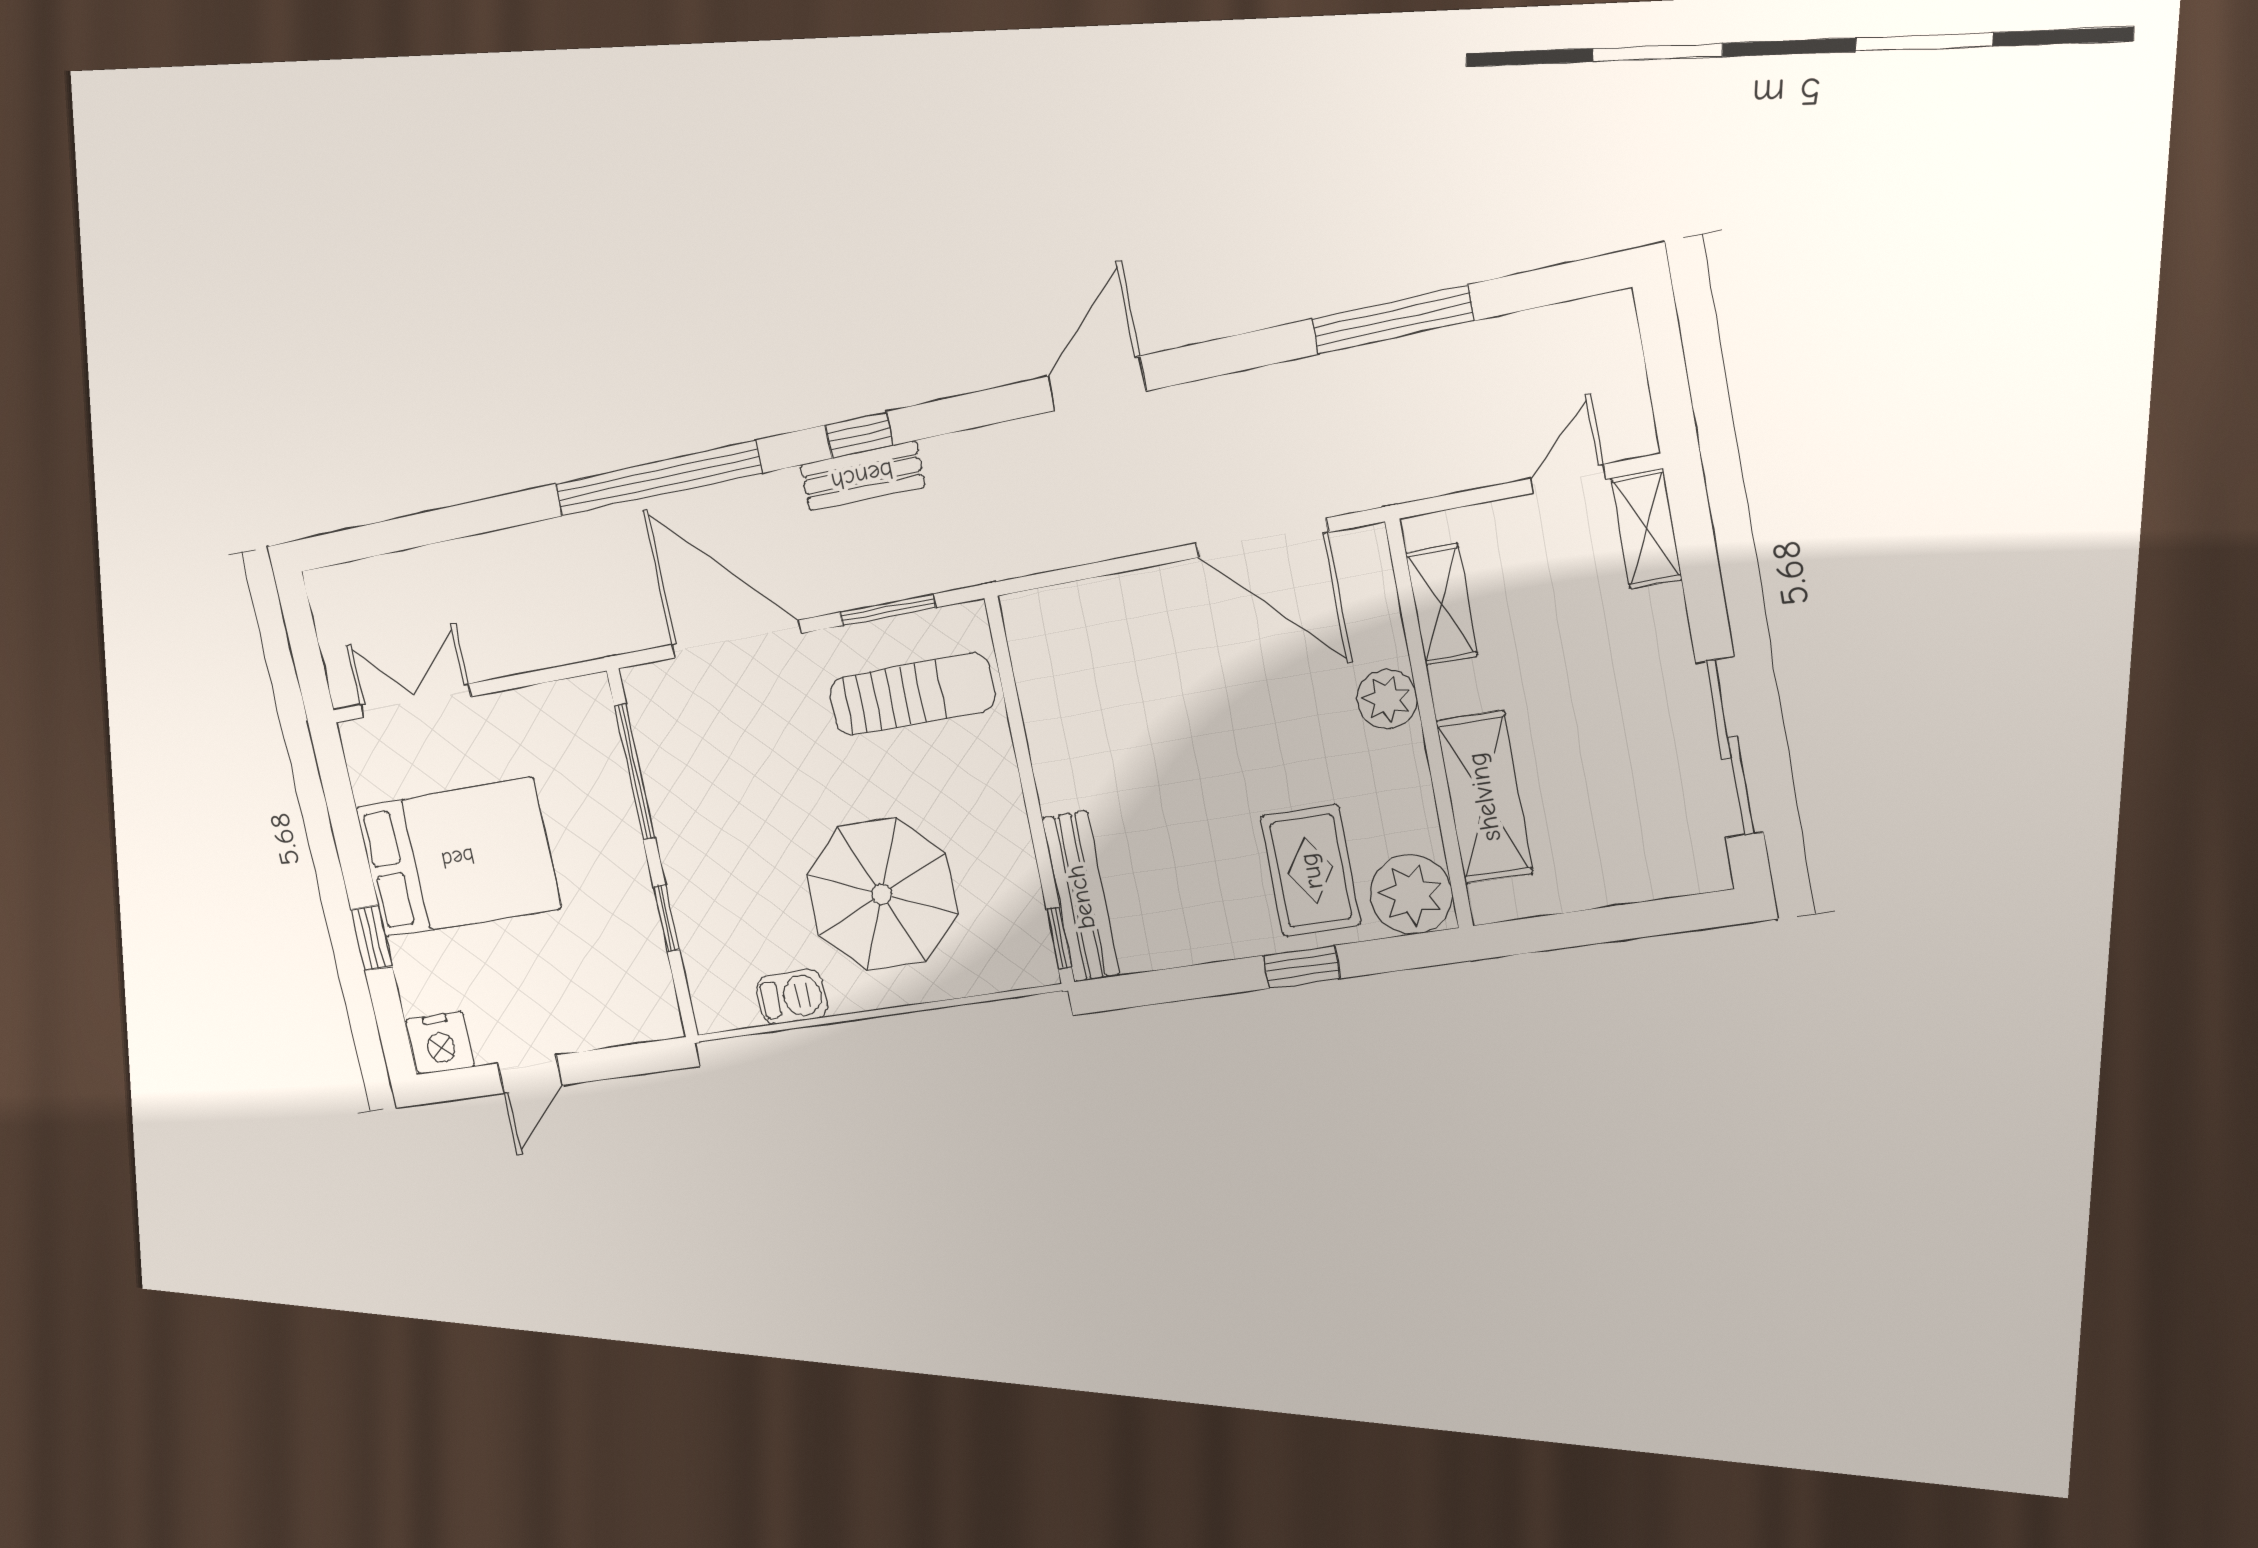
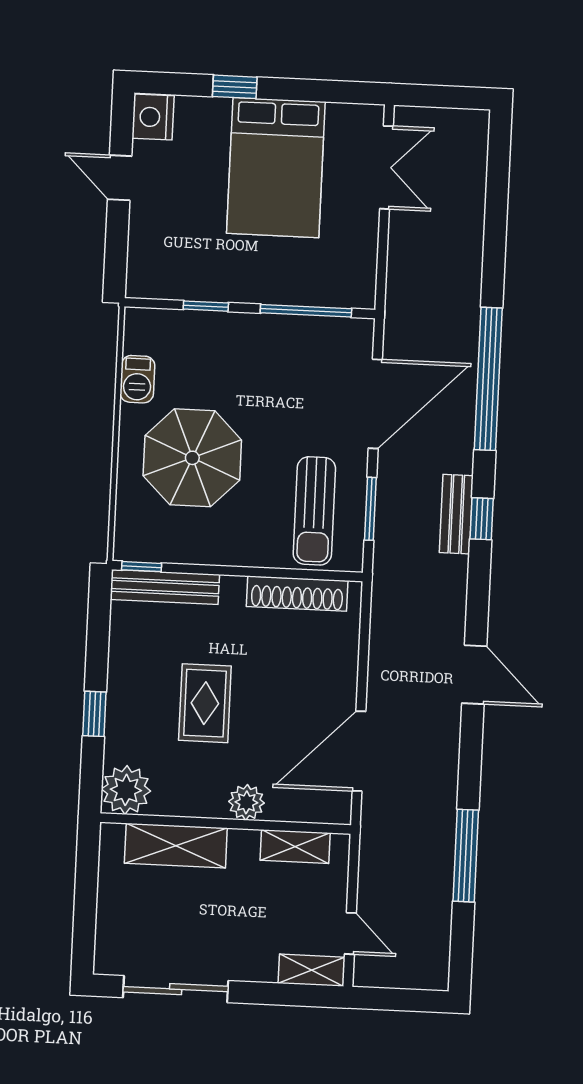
shoe rack: (1041, 693) -> (297, 594), added
rug: (1311, 871) -> (205, 703), moved, turned 90

